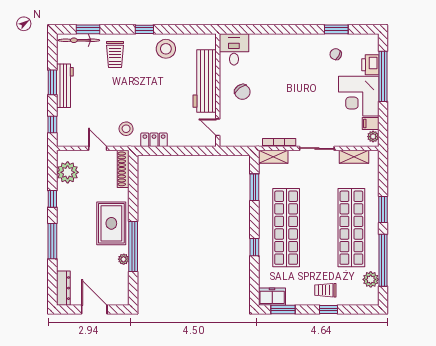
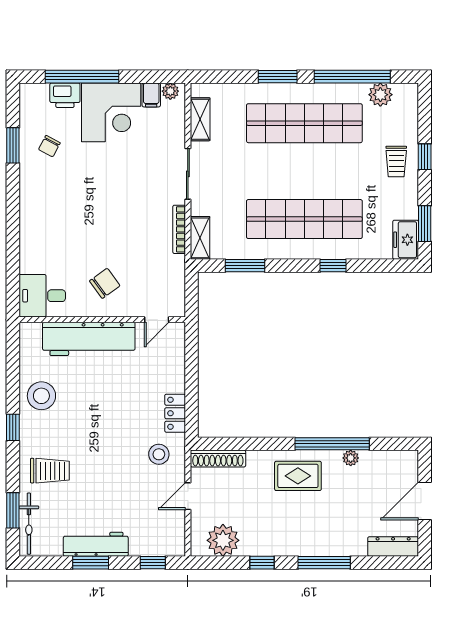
rug: (111, 223) -> (298, 476), width x0.73, depth x0.70

